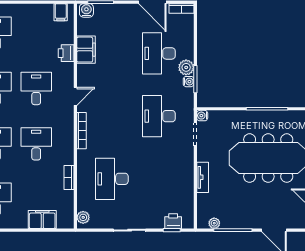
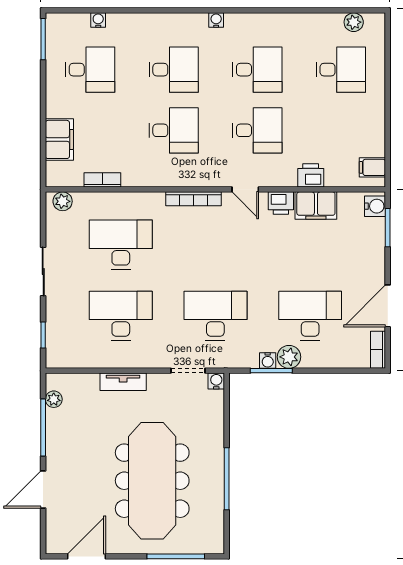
bookcase: (69, 178) -> (102, 180), moved
desk: (159, 179) -> (121, 316), added
printer: (173, 221) -> (281, 203), moved, turned 90

